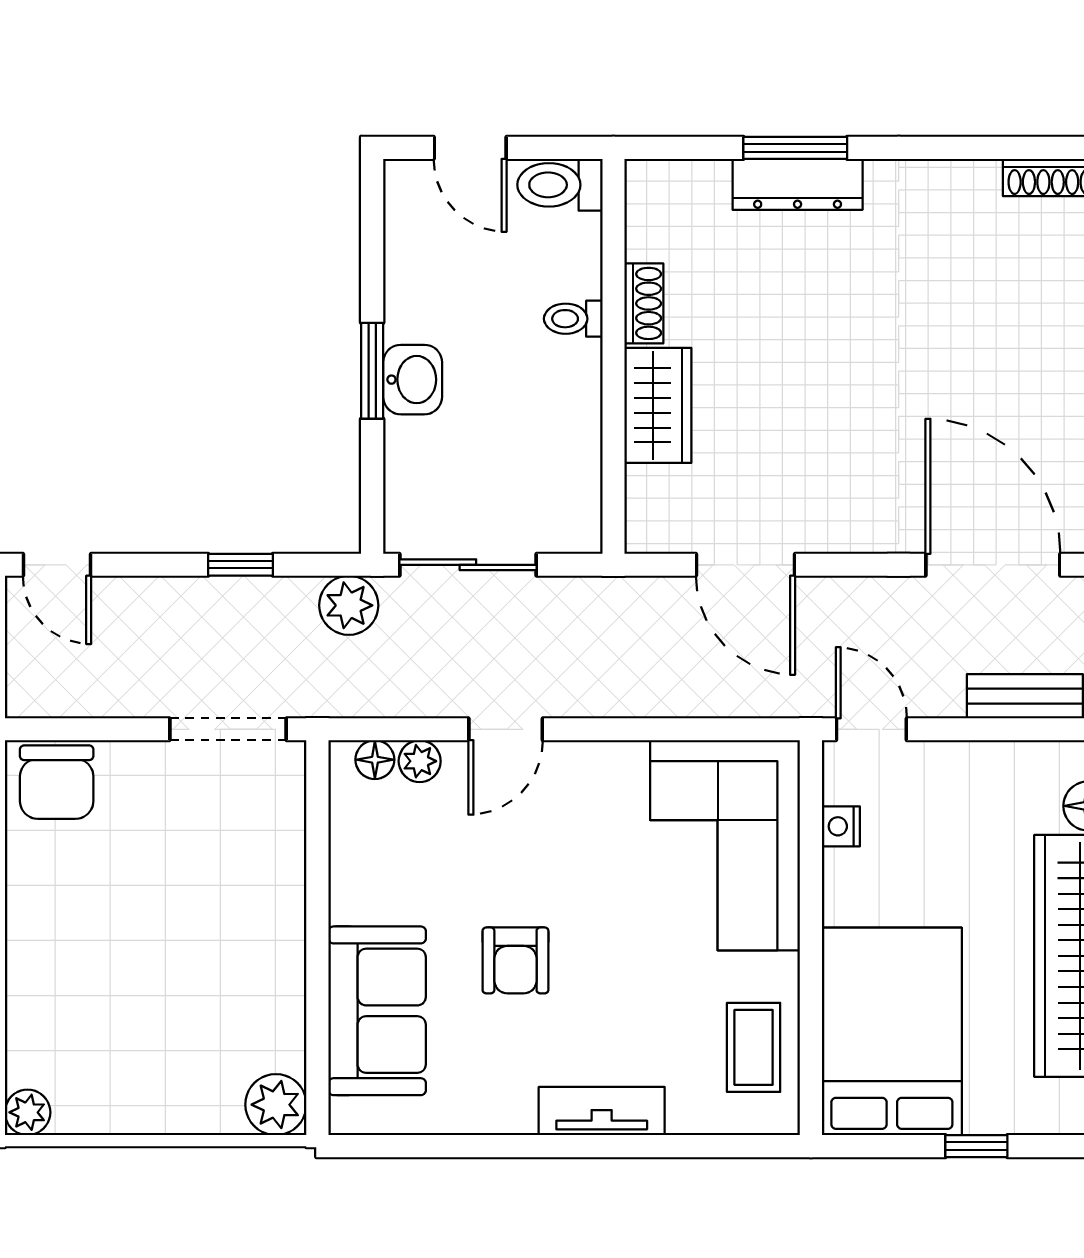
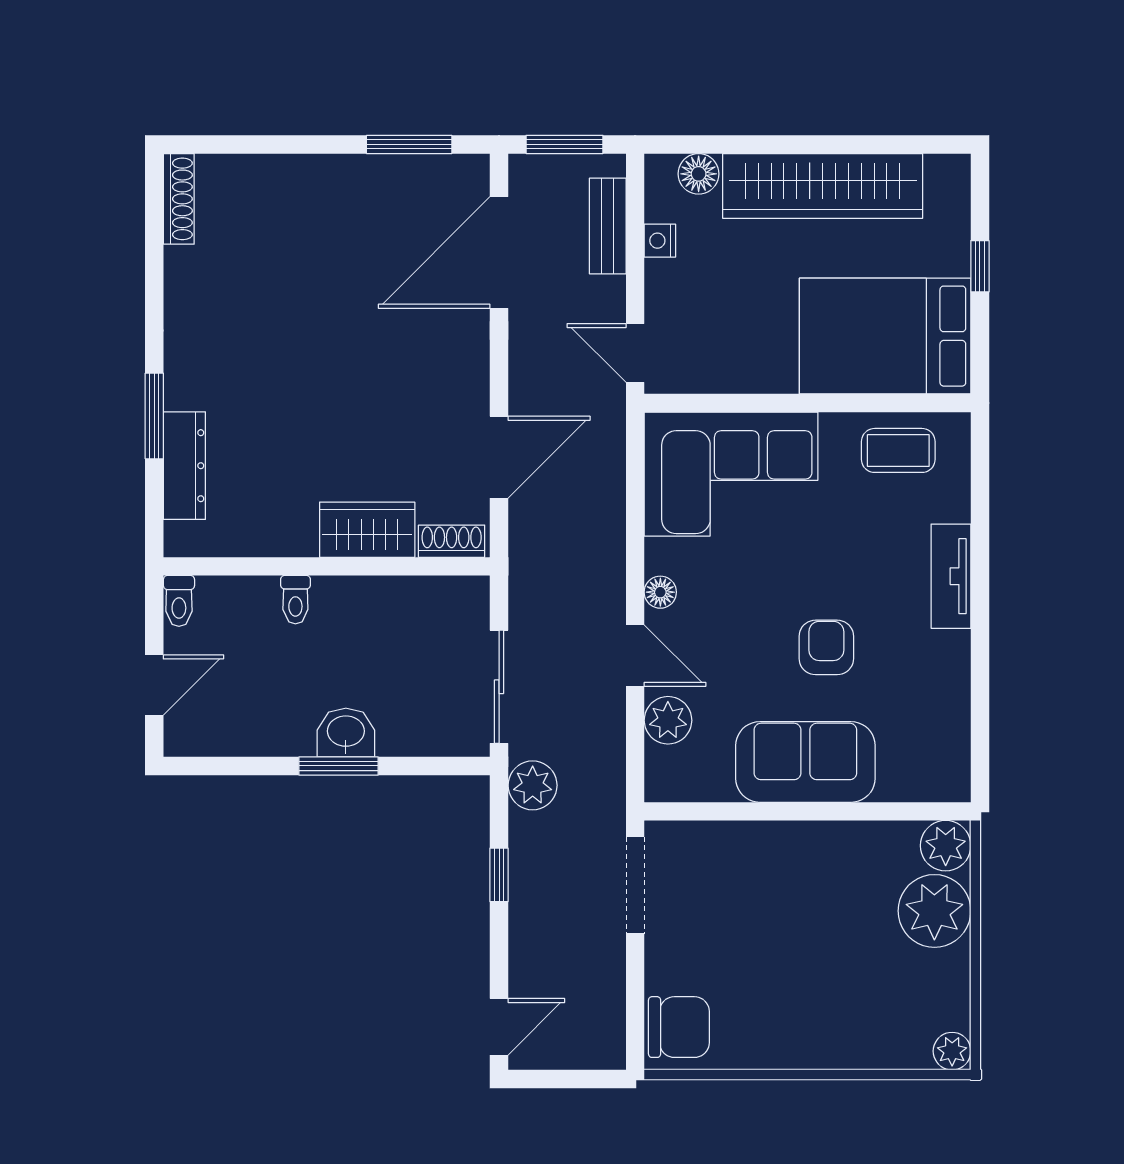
dresser: (798, 184) -> (184, 466), moved
toilet: (560, 185) -> (179, 601), width x0.73, depth x0.72
shoe rack: (644, 303) -> (452, 541), moved
door: (871, 729) -> (635, 353), hinge flipped
floor lamp: (375, 760) -> (660, 592), moved
plant: (420, 761) -> (668, 720), width x1.38, depth x1.38
nightstand: (841, 826) -> (660, 241), moved, turned 90
armchair: (515, 960) -> (826, 647), turned -90
sofa: (377, 1011) -> (805, 762), moved
plant: (197, 1091) -> (934, 911), added

